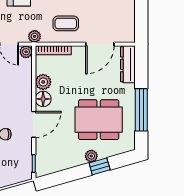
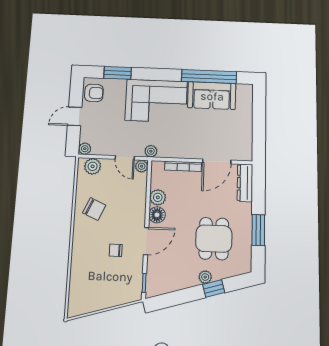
coffee table: (66, 23) -> (183, 140), removed
bookcase: (53, 50) -> (183, 166), moved
window: (141, 110) -> (258, 230), width x0.69
dining table: (99, 120) -> (214, 239), width x0.73

